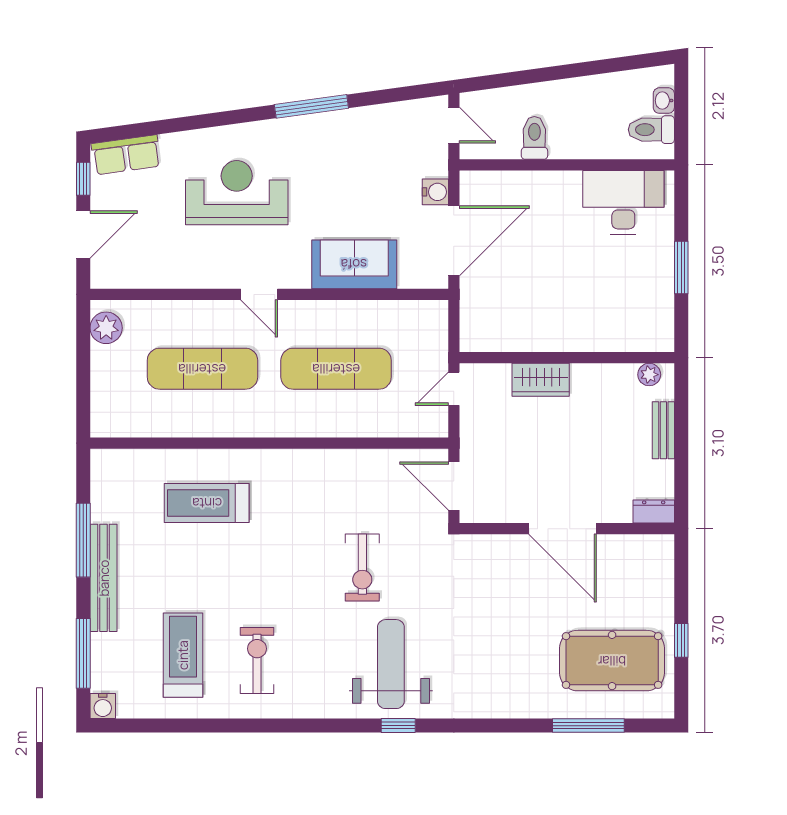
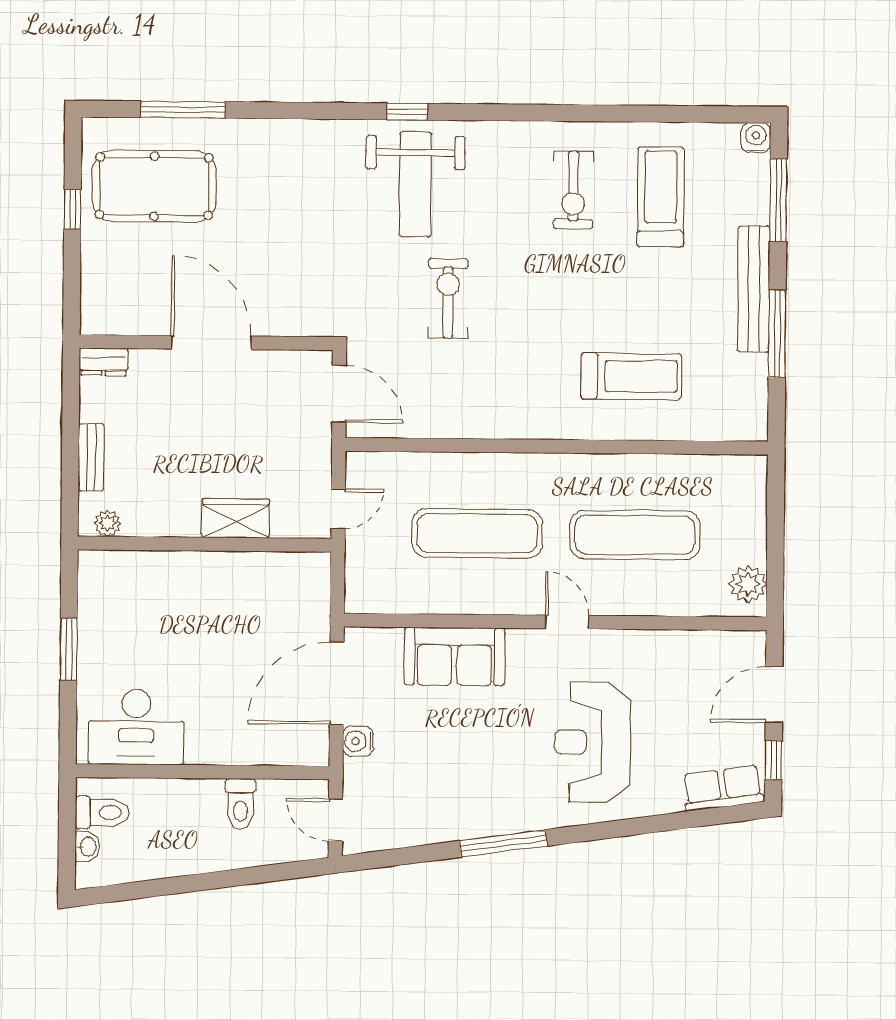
reception desk: (237, 193) -> (593, 742), turned 90
treadmill: (183, 655) -> (661, 197), turned 180

